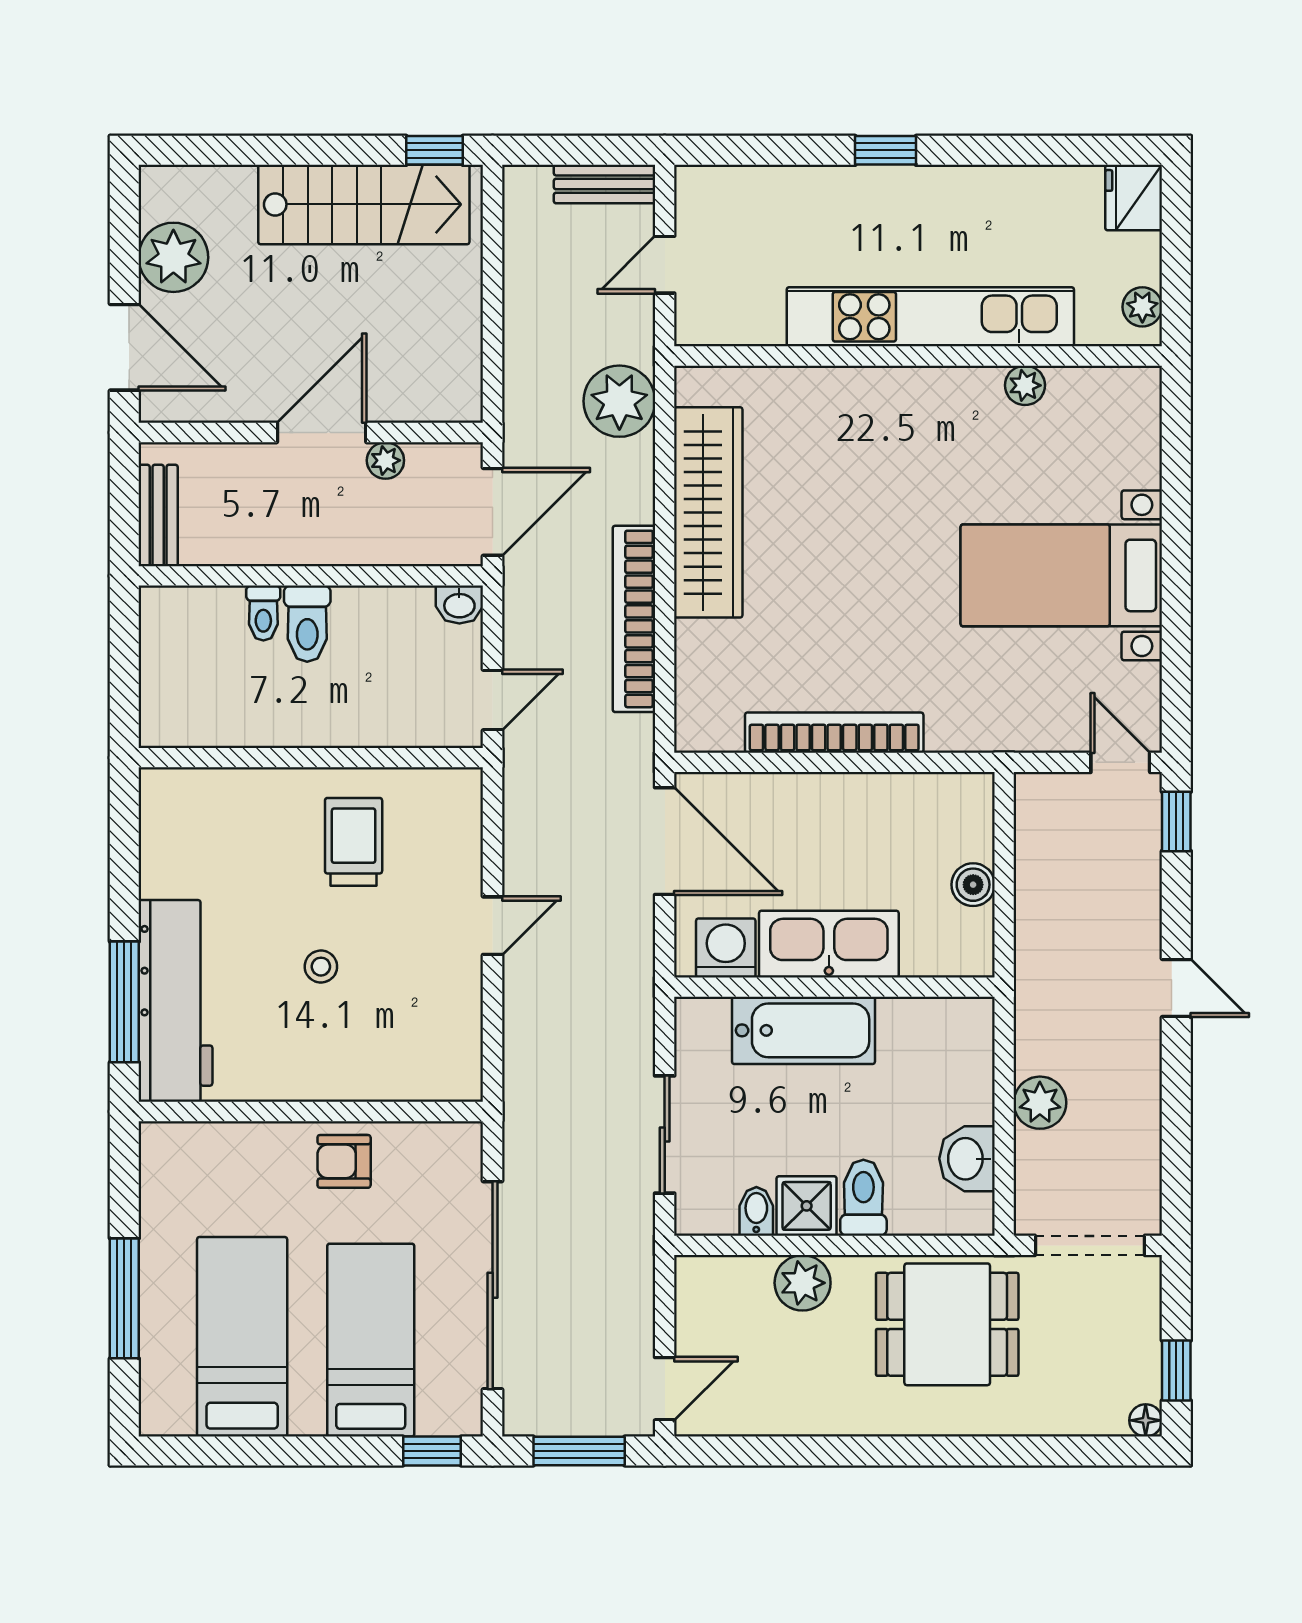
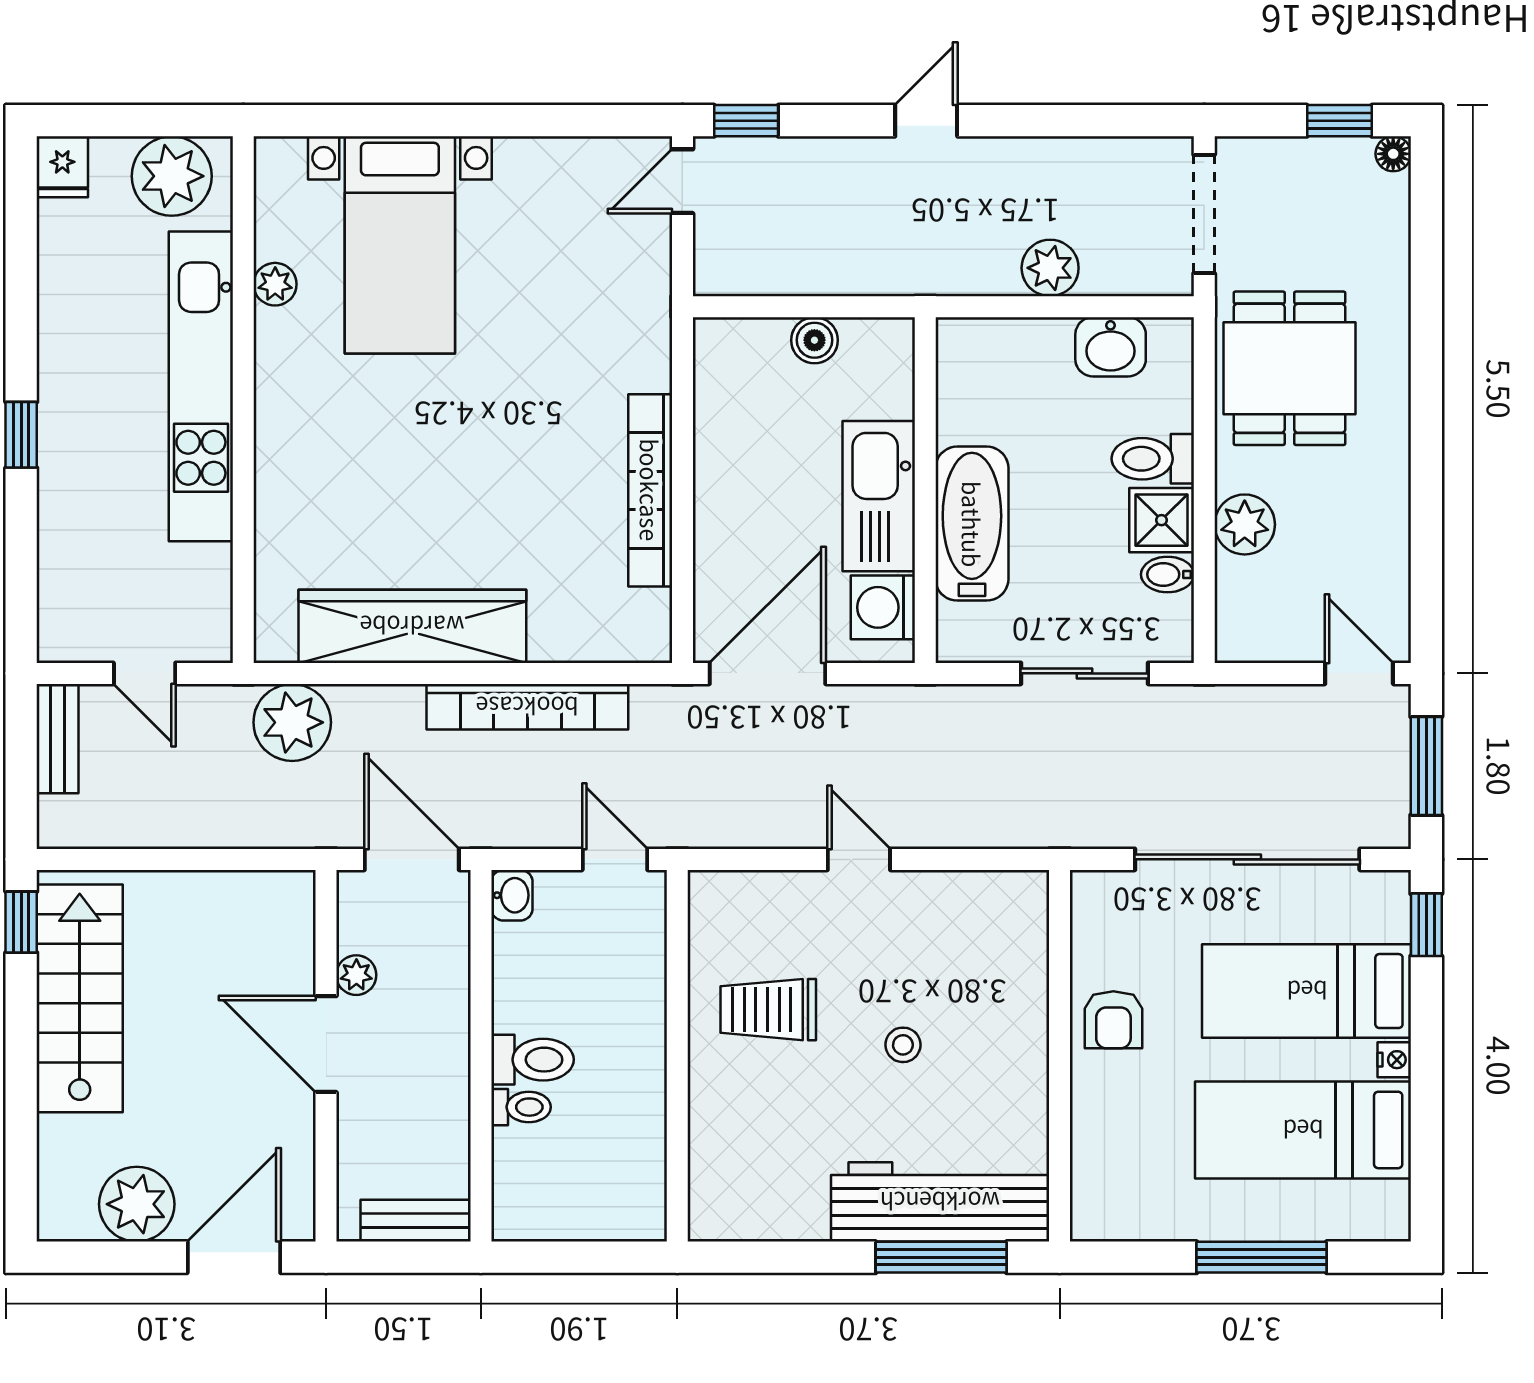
fridge: (1134, 198) -> (62, 167), width x0.72
plant: (1142, 307) -> (172, 176), width x1.88, depth x1.88
bed with nightstands: (1061, 575) -> (400, 245), moved
nightstand: (307, 1421) -> (1394, 1060), added

